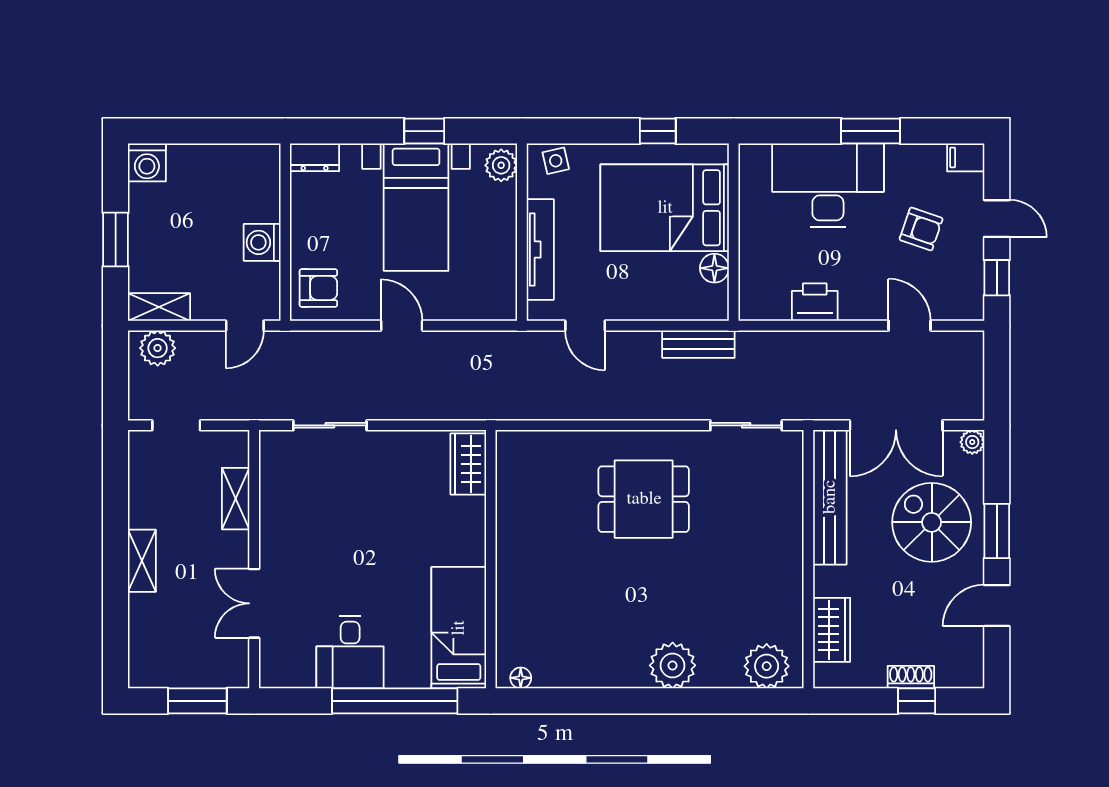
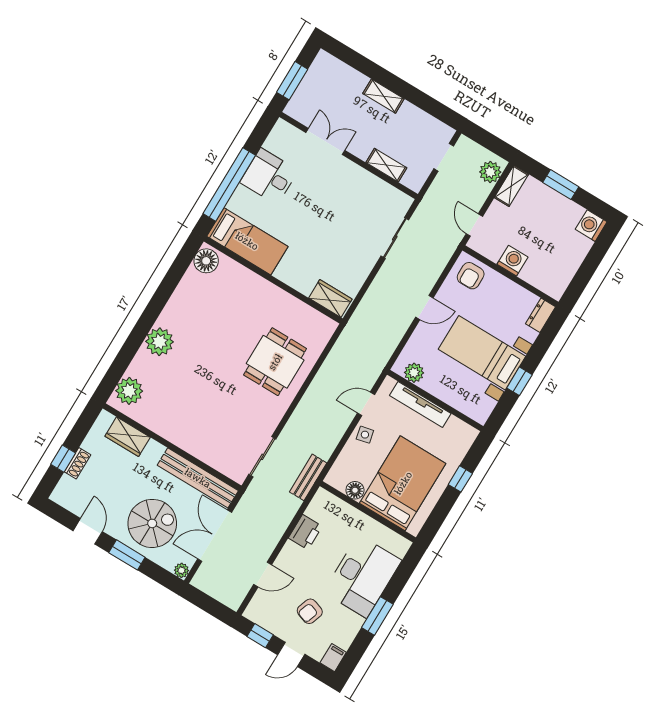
window: (658, 131) -> (460, 479), moved
side table: (556, 161) -> (365, 435), moved
plant: (501, 165) -> (414, 373), moved
bench: (698, 344) -> (308, 477), moved
dining table: (644, 499) -> (275, 362), moved
floor lamp: (521, 678) -> (206, 261), width x1.89, depth x1.89

